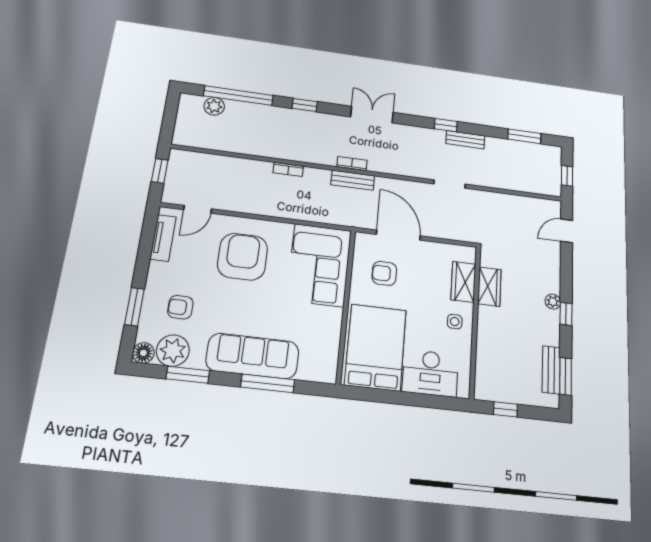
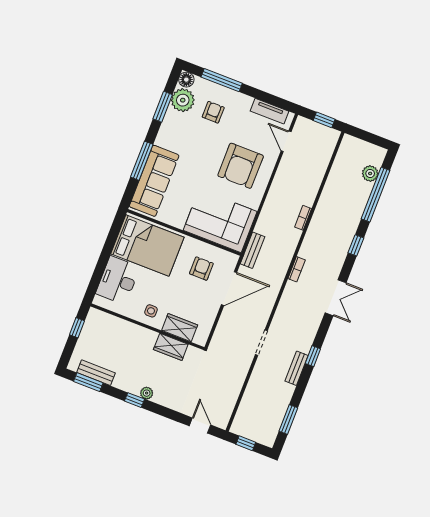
bench: (353, 180) -> (253, 250), moved
armchair: (243, 257) -> (241, 166), turned 90
window: (134, 307) -> (222, 80), width x1.44
sofa: (253, 356) -> (154, 181), moved

